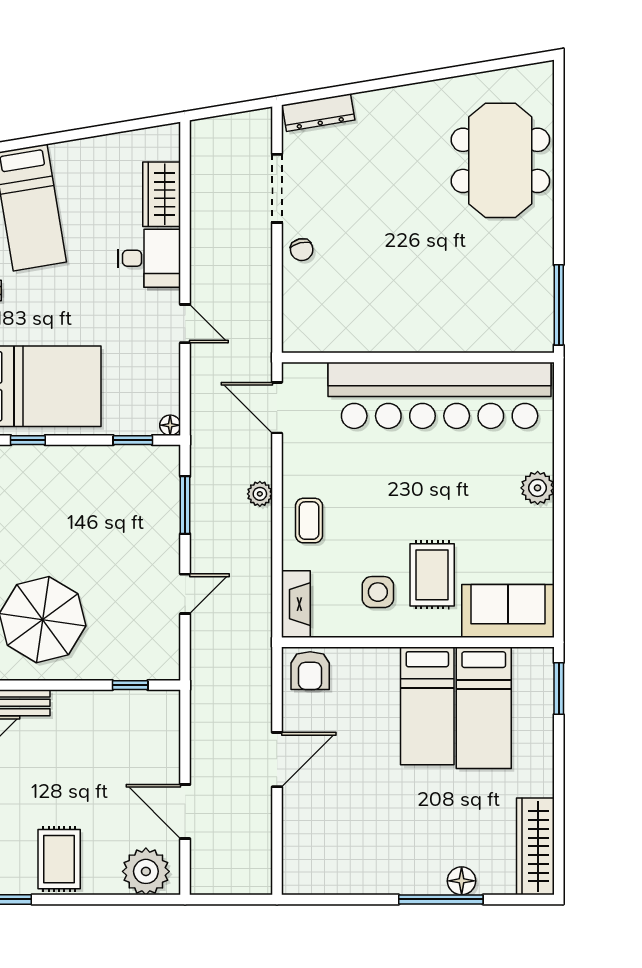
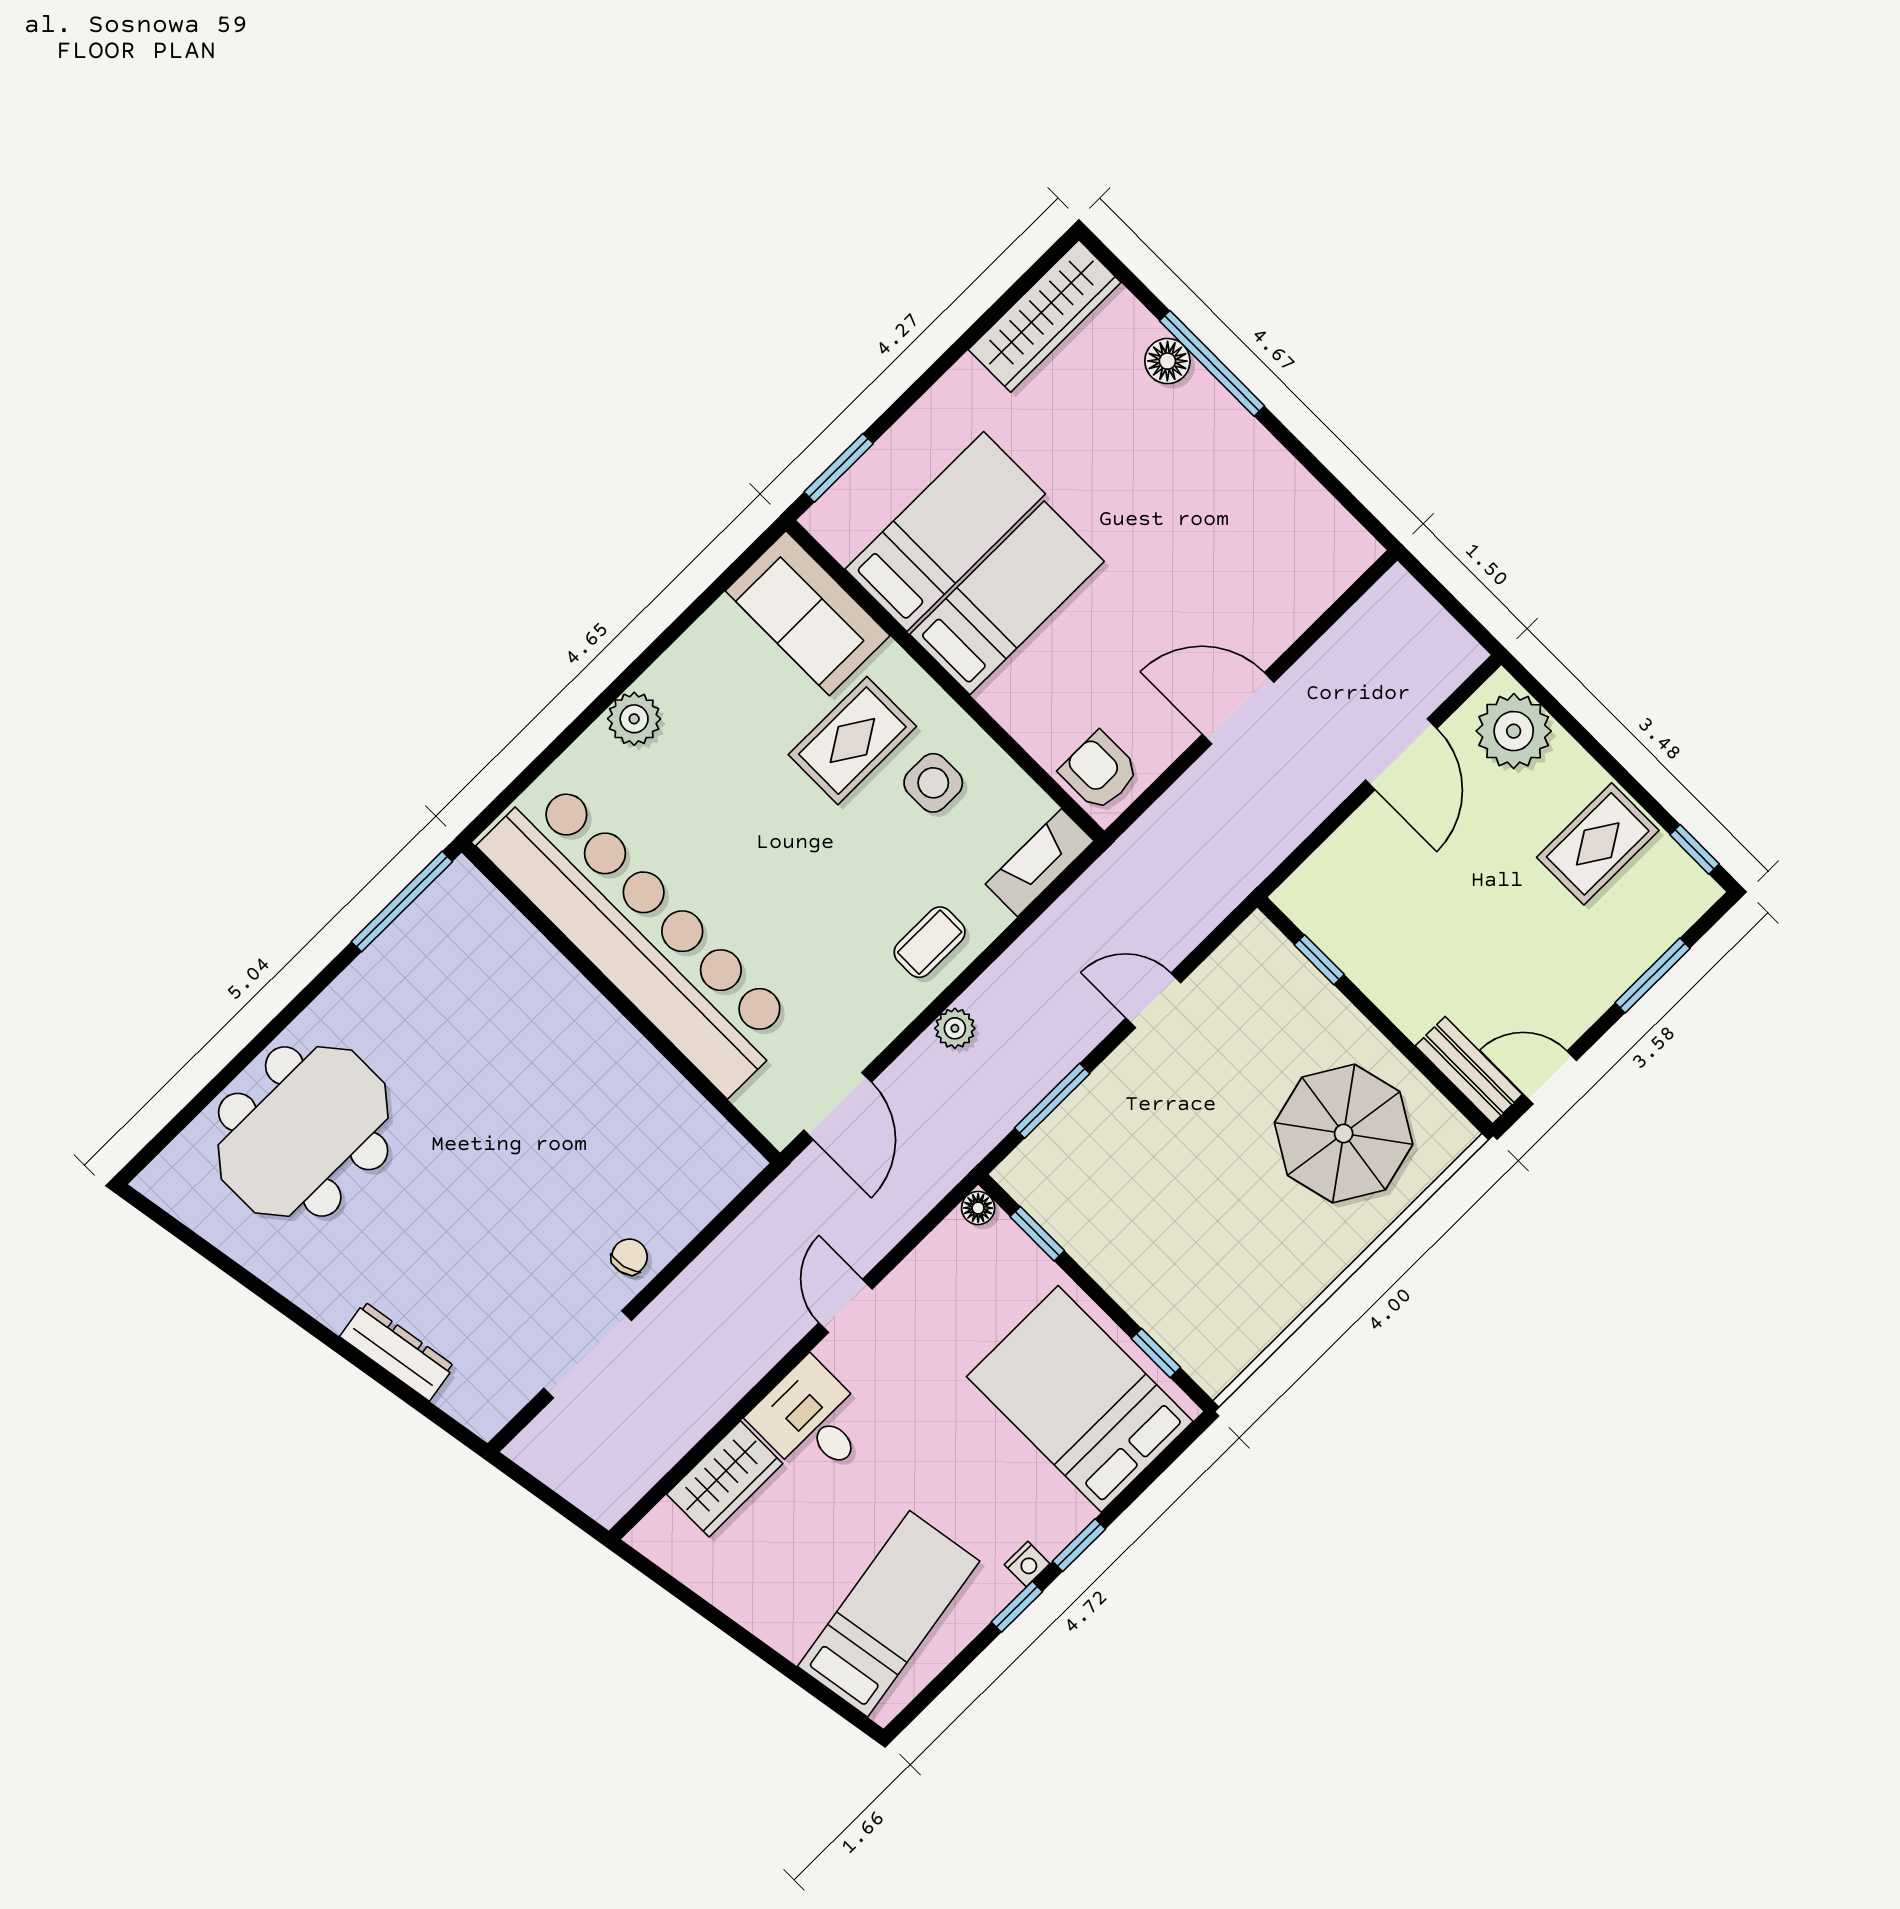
dresser: (319, 113) -> (397, 1351), moved
armchair: (310, 671) -> (1099, 771), turned -90

